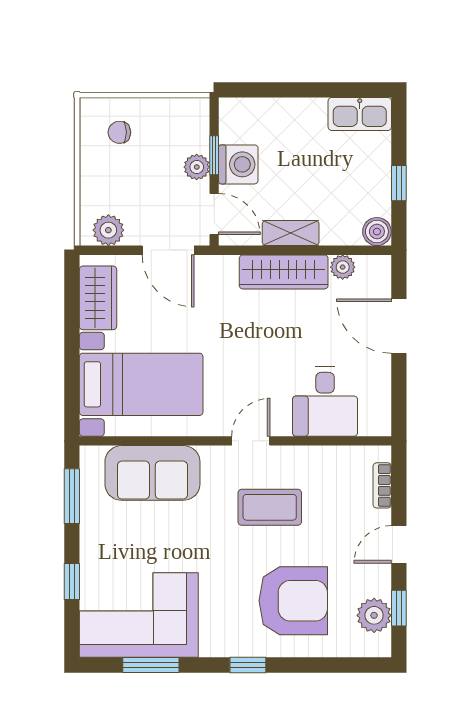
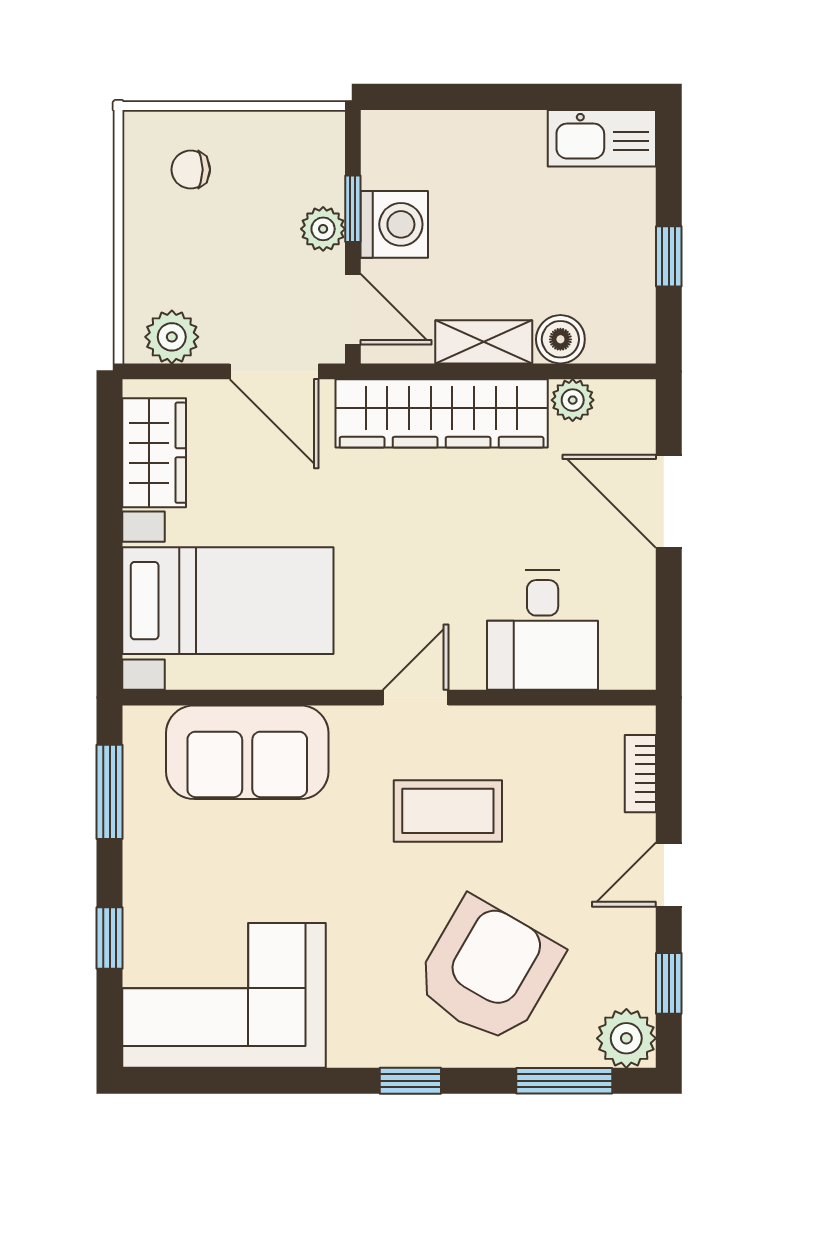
boiler: (377, 232) -> (560, 339), moved
wardrobe: (284, 272) -> (442, 413), width x1.40, depth x1.17
armchair: (293, 601) -> (488, 971), turned -60
plant: (374, 615) -> (626, 1038), moved
window: (151, 665) -> (564, 1081), moved

